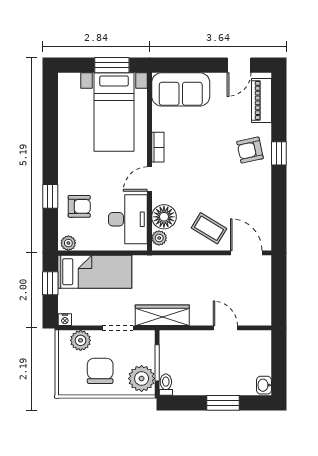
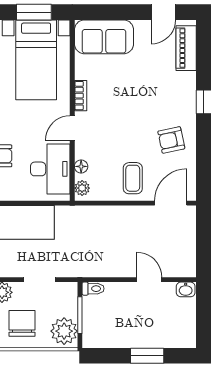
armchair: (250, 150) -> (171, 140), moved
floor lamp: (164, 217) -> (81, 166), width x0.53, depth x0.53
coffee table: (209, 228) -> (133, 178), turned 59
door: (246, 253) -> (171, 203), hinge flipped
wardrobe: (162, 315) -> (85, 267), removed
toilet: (166, 385) -> (93, 289), moved, turned 90
washbasin: (264, 385) -> (186, 289), moved, turned -90

